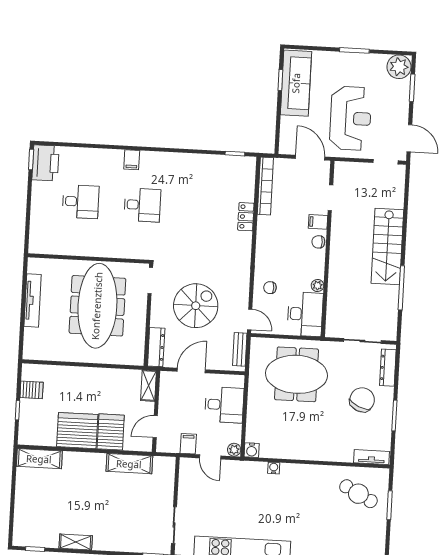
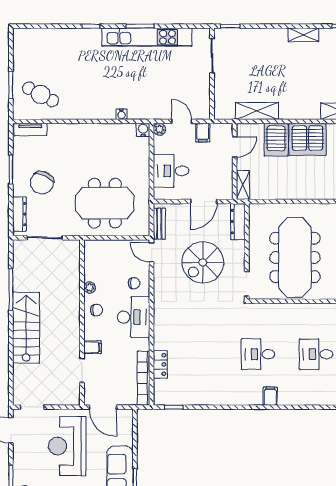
locker: (246, 217) -> (160, 364), moved
chair: (318, 242) -> (97, 310), moved
desk: (305, 314) -> (134, 317), moved, turned 180

